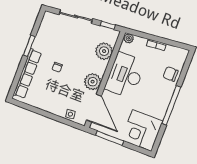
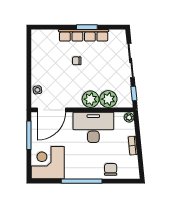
row of seats: (27, 74) -> (84, 35), moved
plant: (93, 82) -> (91, 99), moved

